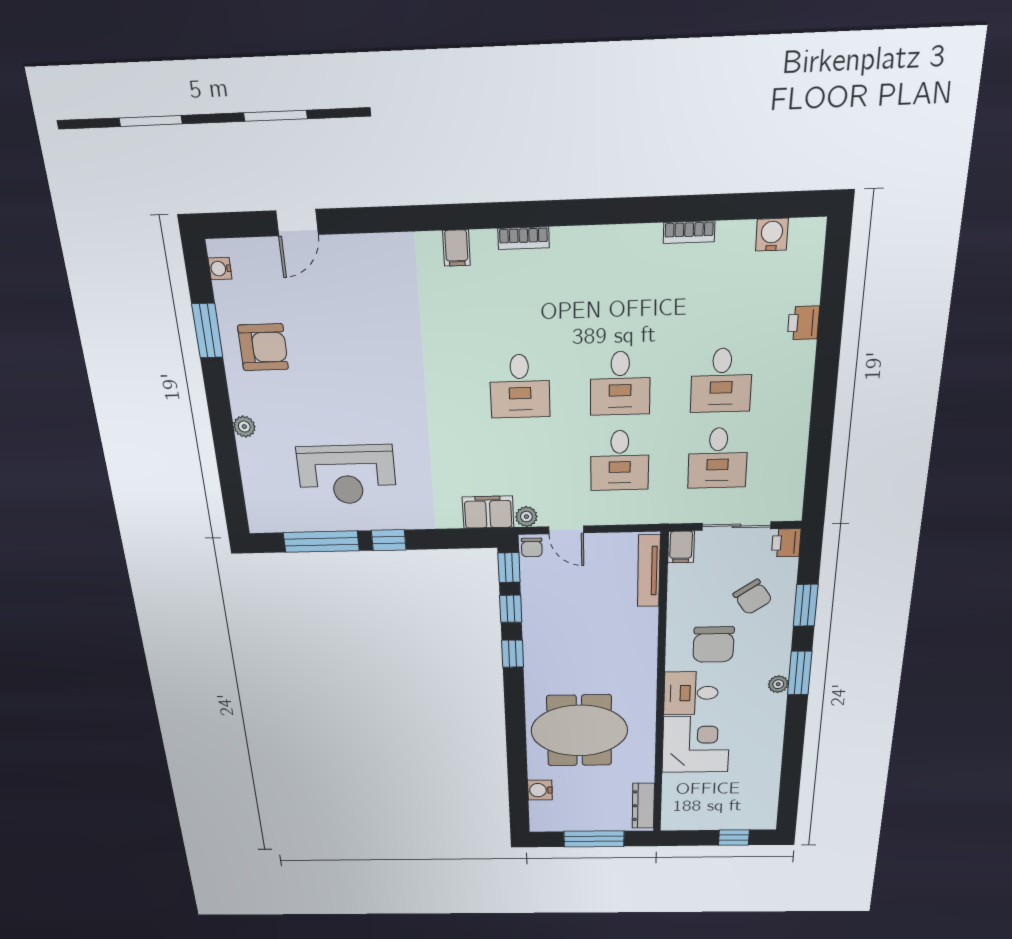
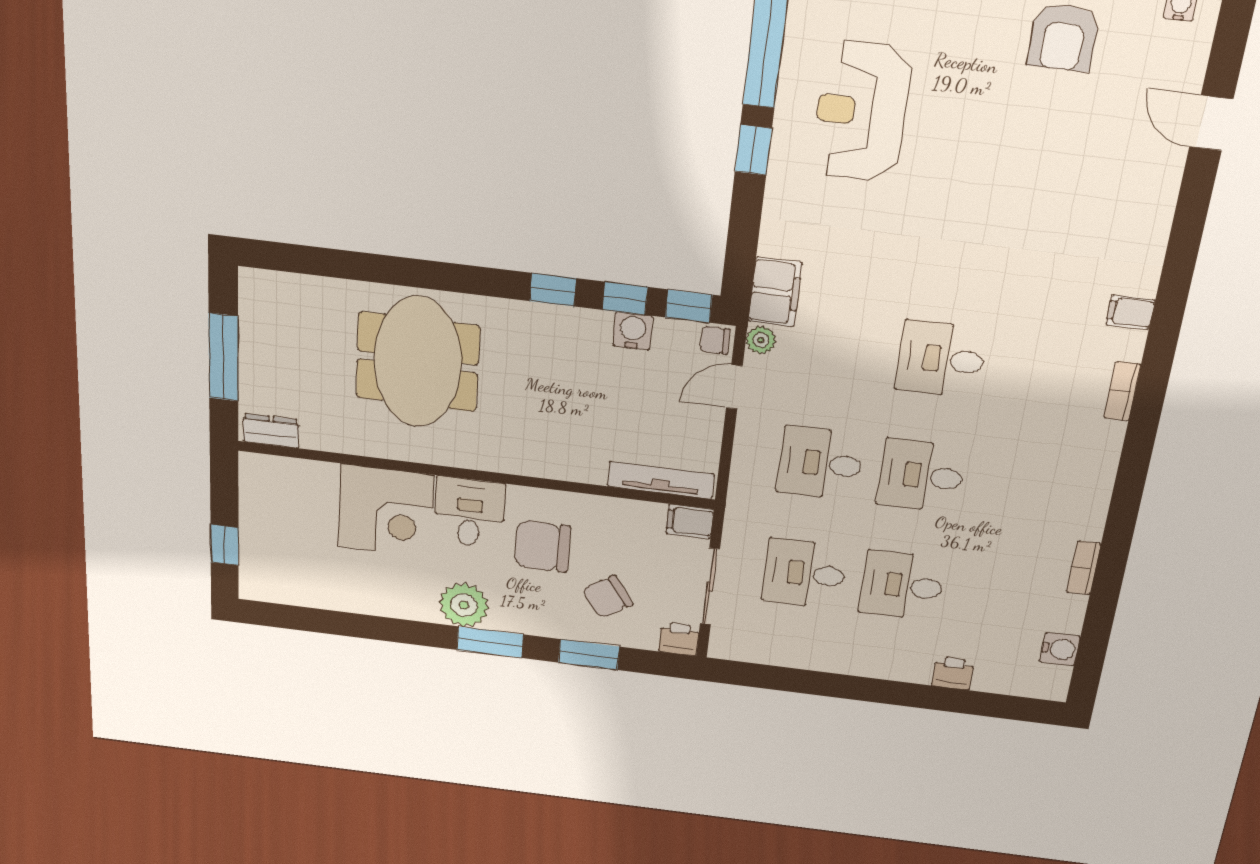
plant: (778, 684) -> (464, 605), width x1.88, depth x1.88
water cooler: (540, 790) -> (633, 331), moved
dresser: (643, 806) -> (271, 431), width x0.70

